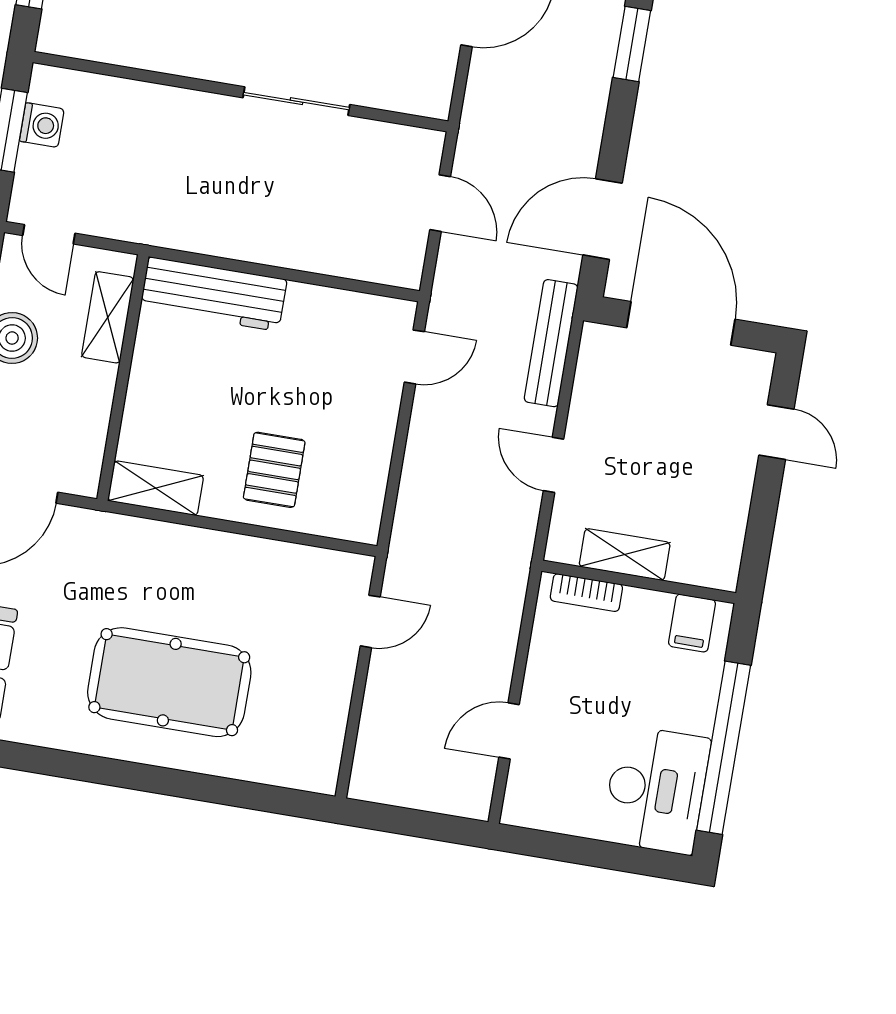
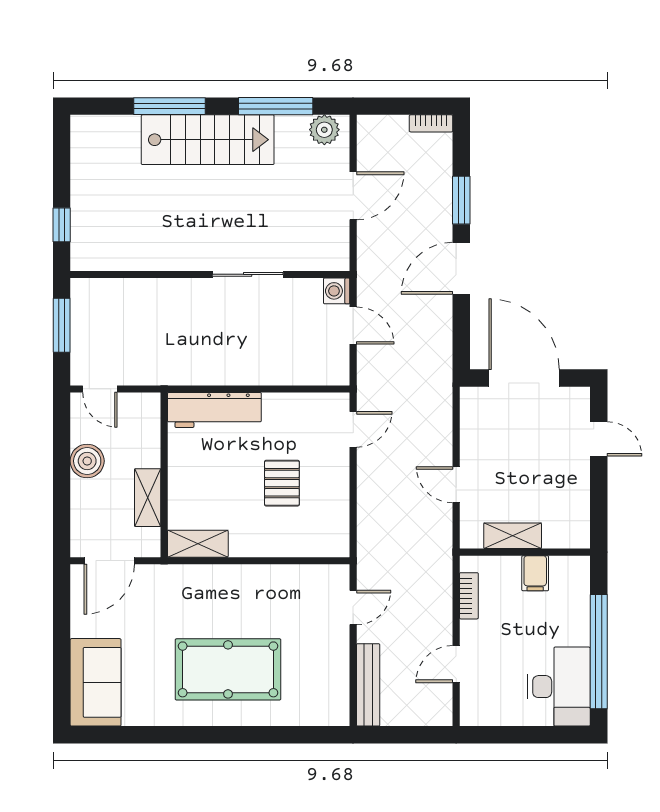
washing machine: (42, 125) -> (337, 291), moved, turned 180
door: (603, 219) -> (461, 268), moved
shelving: (108, 317) -> (148, 498), moved
bench: (551, 343) -> (368, 685), moved
pallet: (274, 470) -> (282, 483), moved
bookcase: (586, 593) -> (469, 596), moved, turned -90
filing cabinet: (692, 623) -> (535, 573), moved

